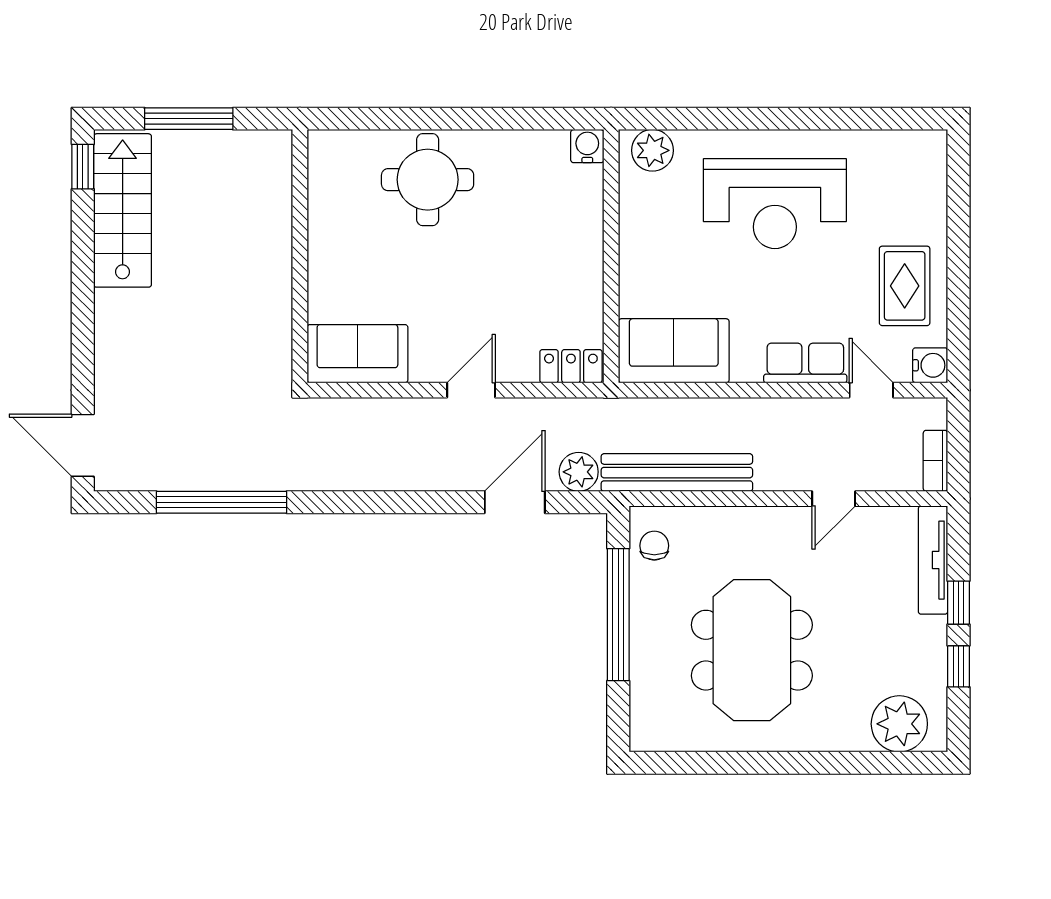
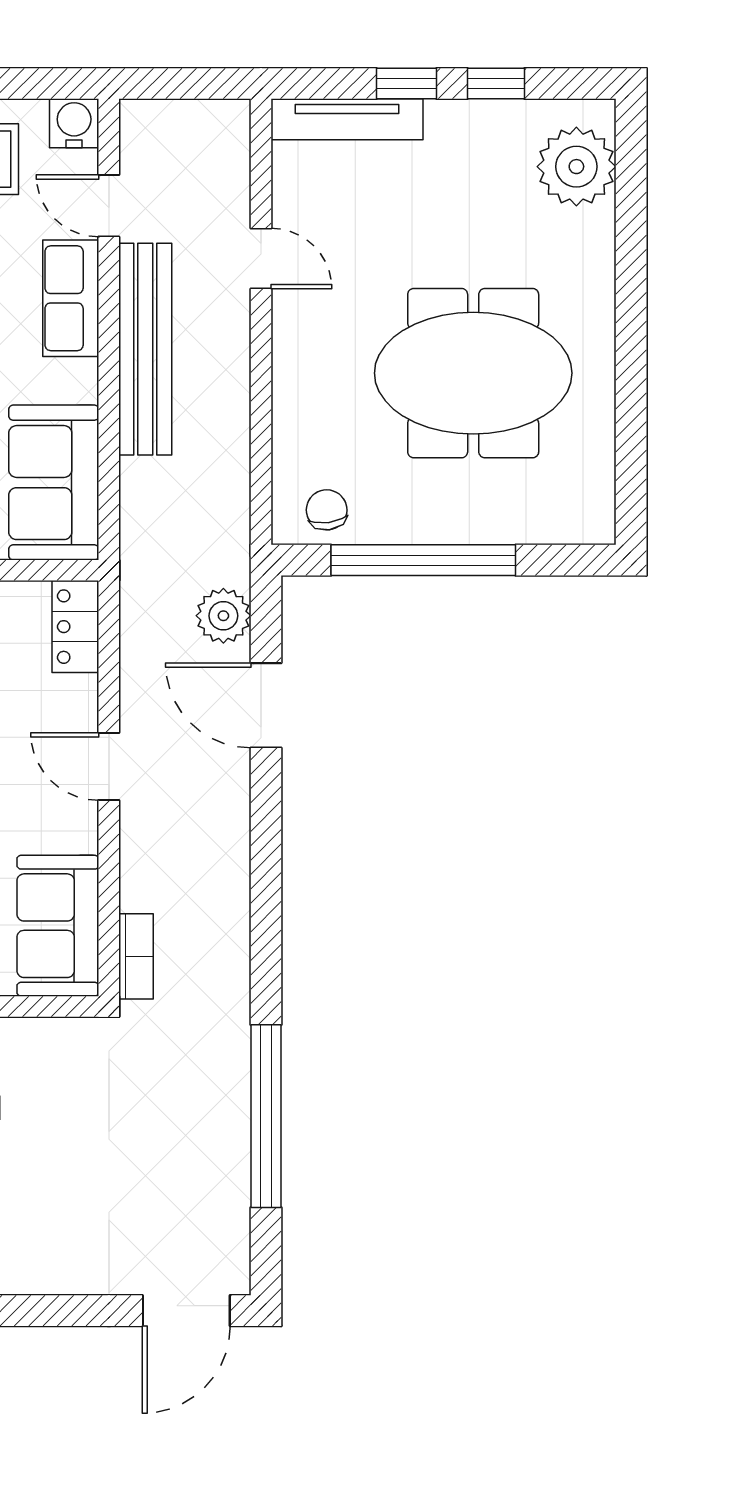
door: (871, 390) -> (109, 206), hinge flipped
bookcase: (935, 461) -> (136, 956), moved, turned -90
bench: (677, 473) -> (145, 349), moved
chair: (654, 546) -> (327, 510), turned 82

